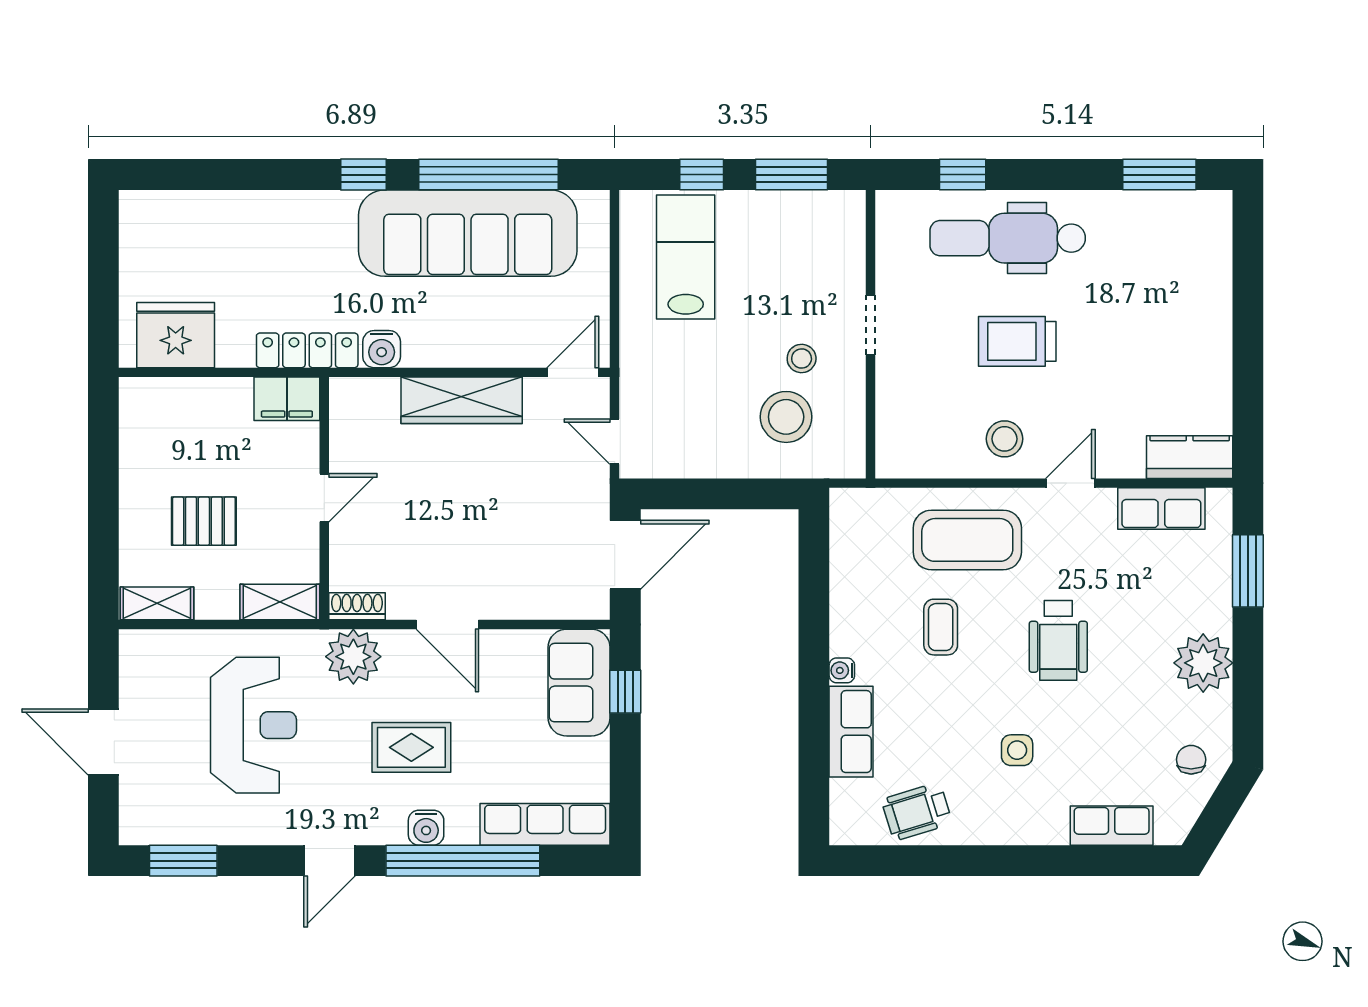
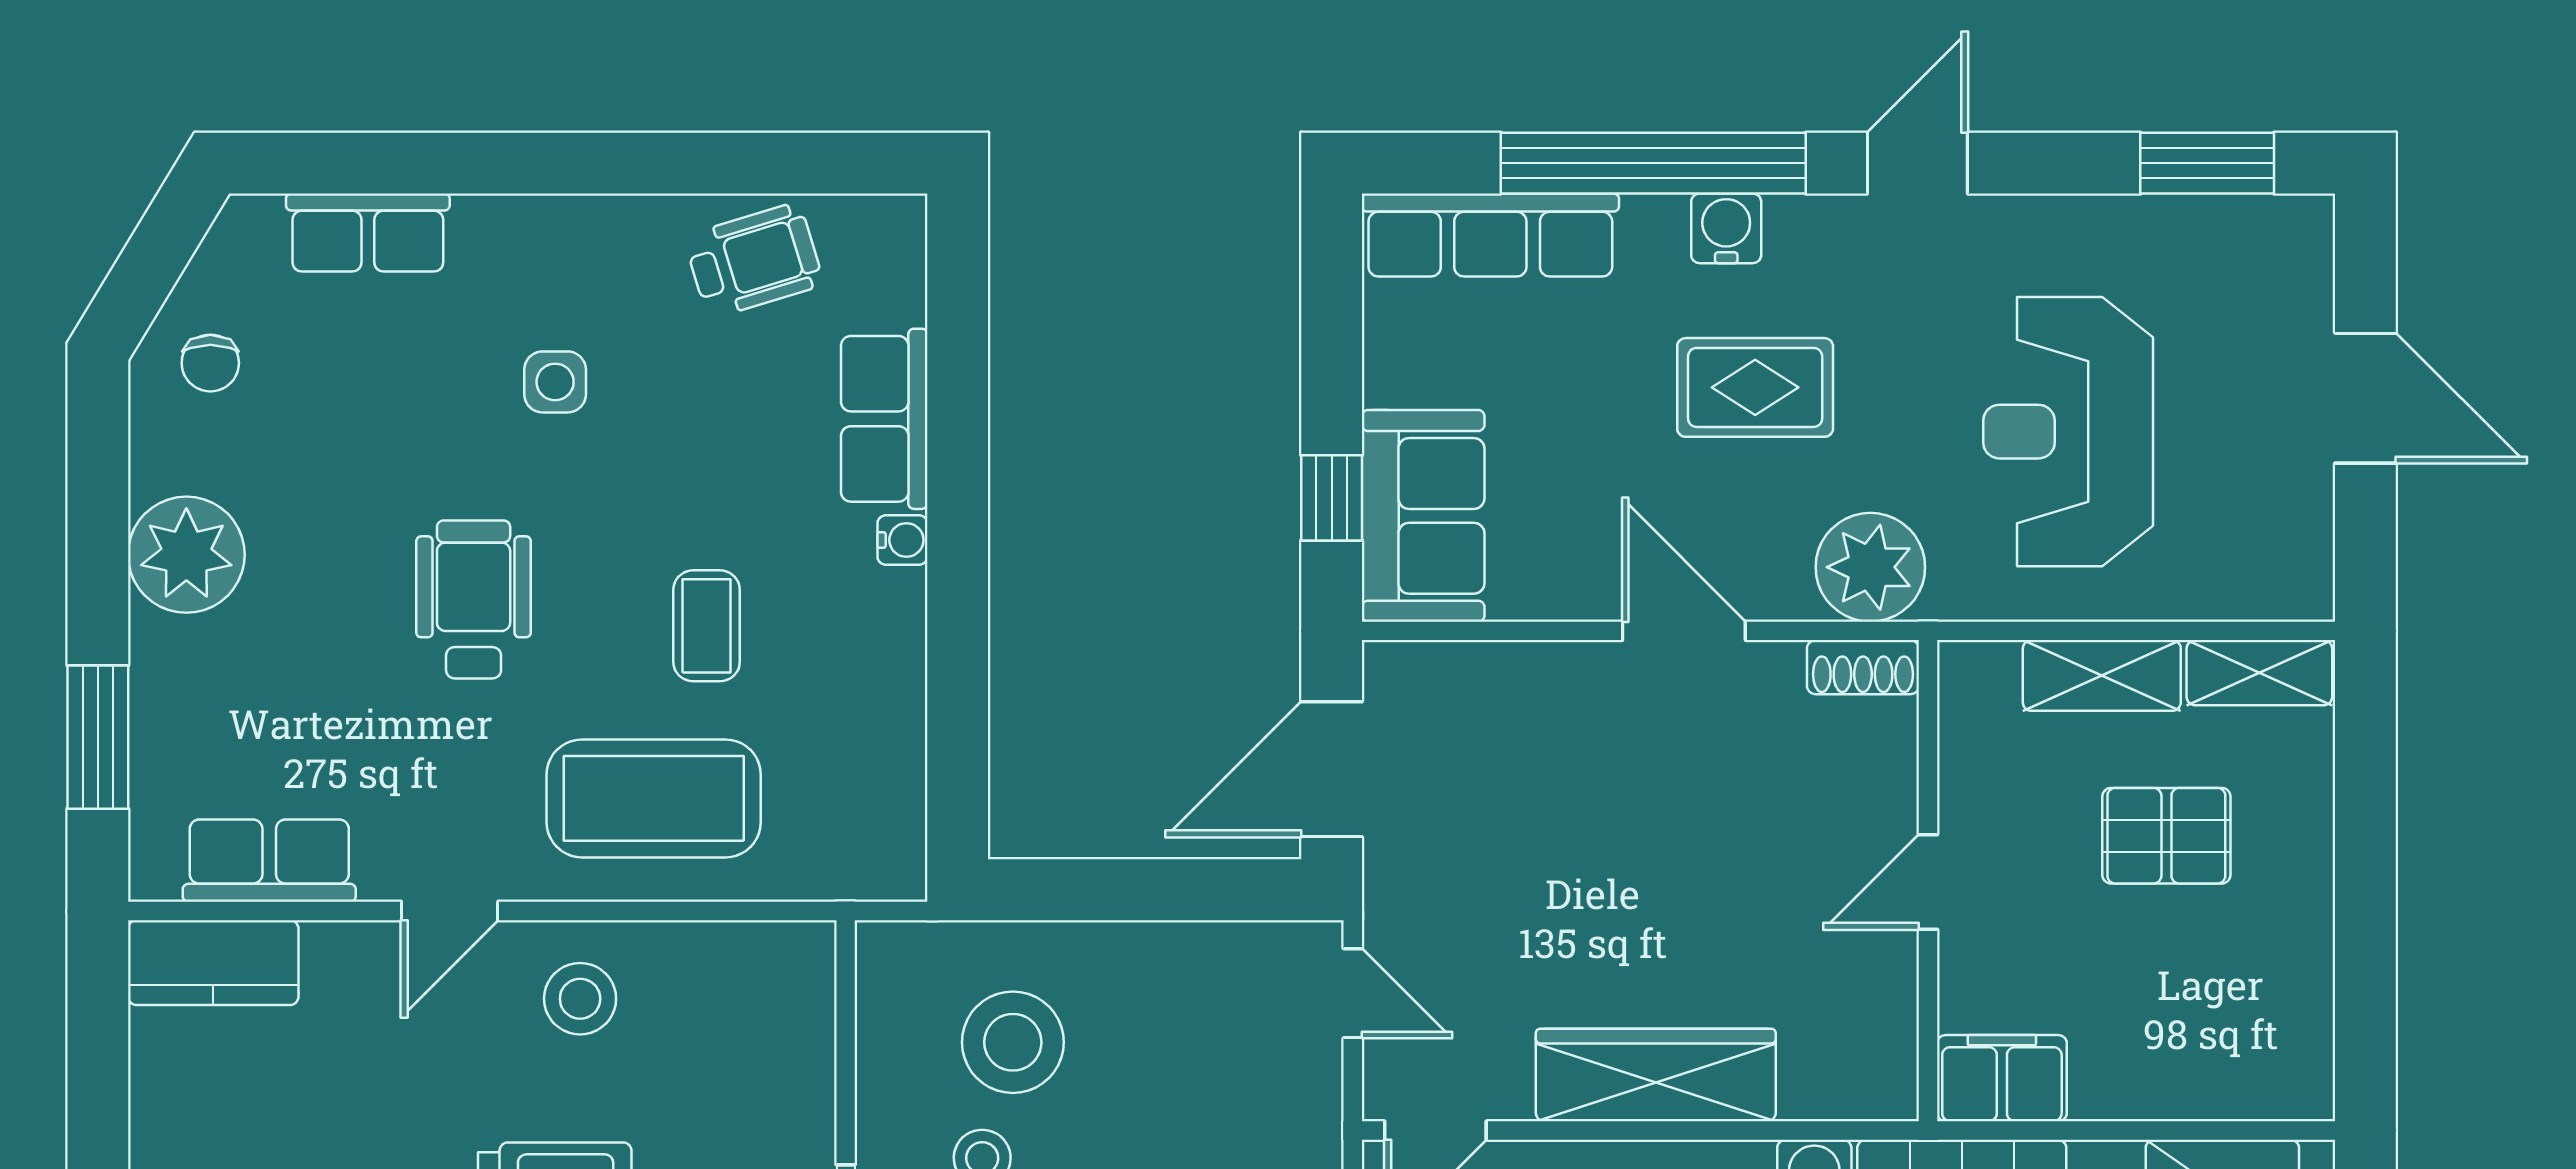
shelving: (280, 602) -> (2102, 675), moved

